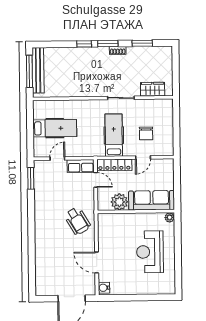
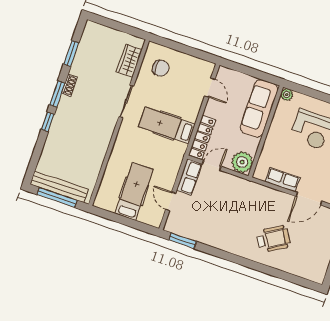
chair: (146, 133) -> (161, 68), moved
door: (143, 157) -> (210, 88), moved
plant: (119, 202) -> (242, 162), moved
wheelchair: (77, 221) -> (273, 239), moved
row of seats: (104, 237) -> (282, 180), added

